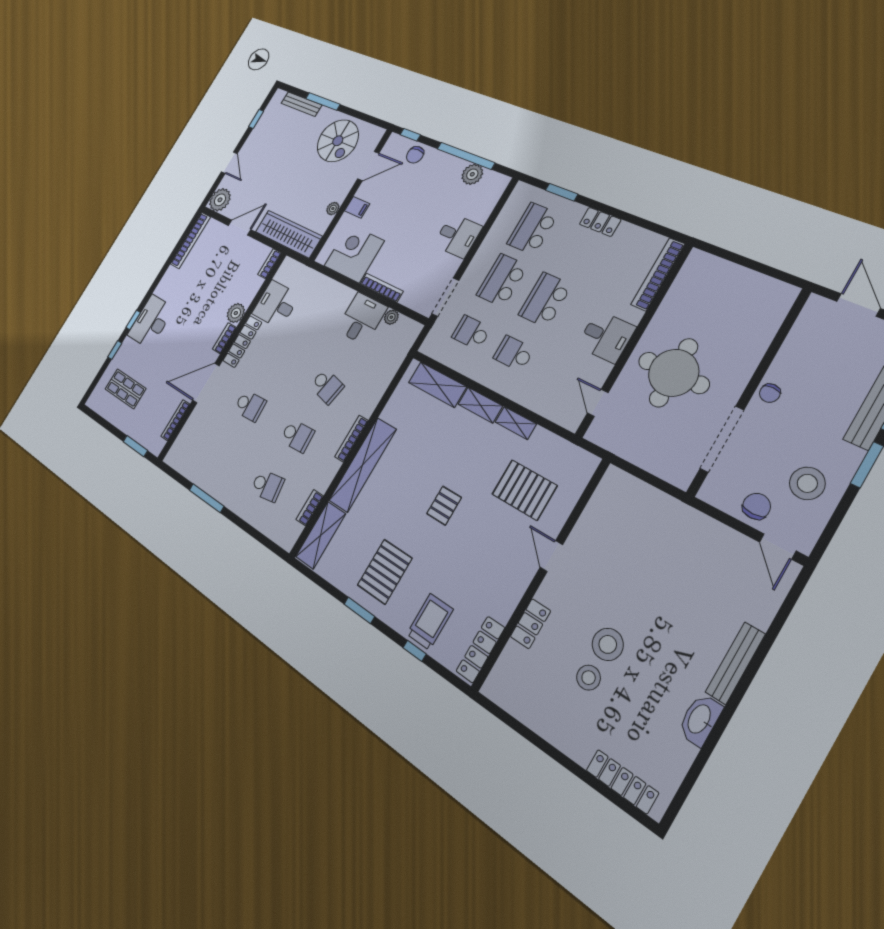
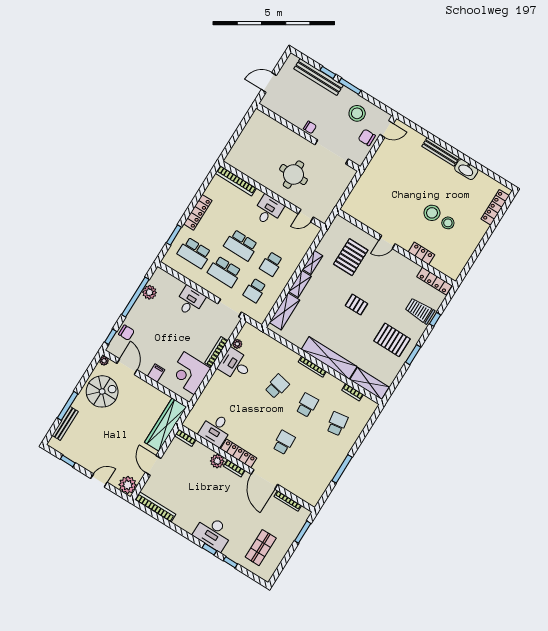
plant: (333, 209) -> (104, 361), moved
locker: (600, 222) -> (198, 212), width x1.53
round table: (674, 373) -> (293, 175), width x0.73, depth x0.73

